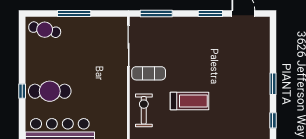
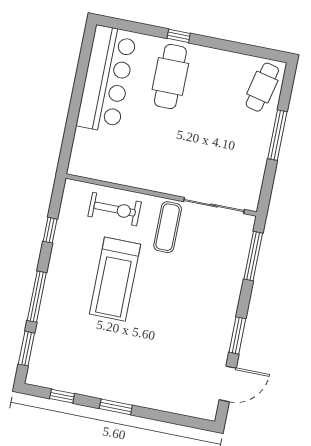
treadmill: (190, 101) -> (115, 279), width x1.37, depth x1.37

